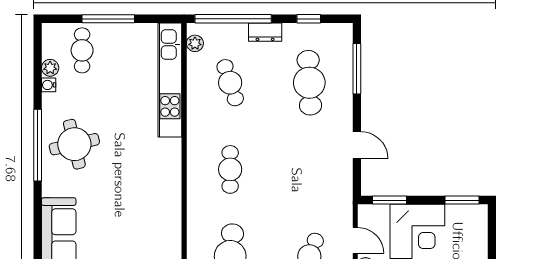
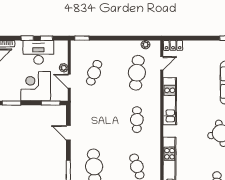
kitchen unit: (169, 203) -> (170, 101), added

